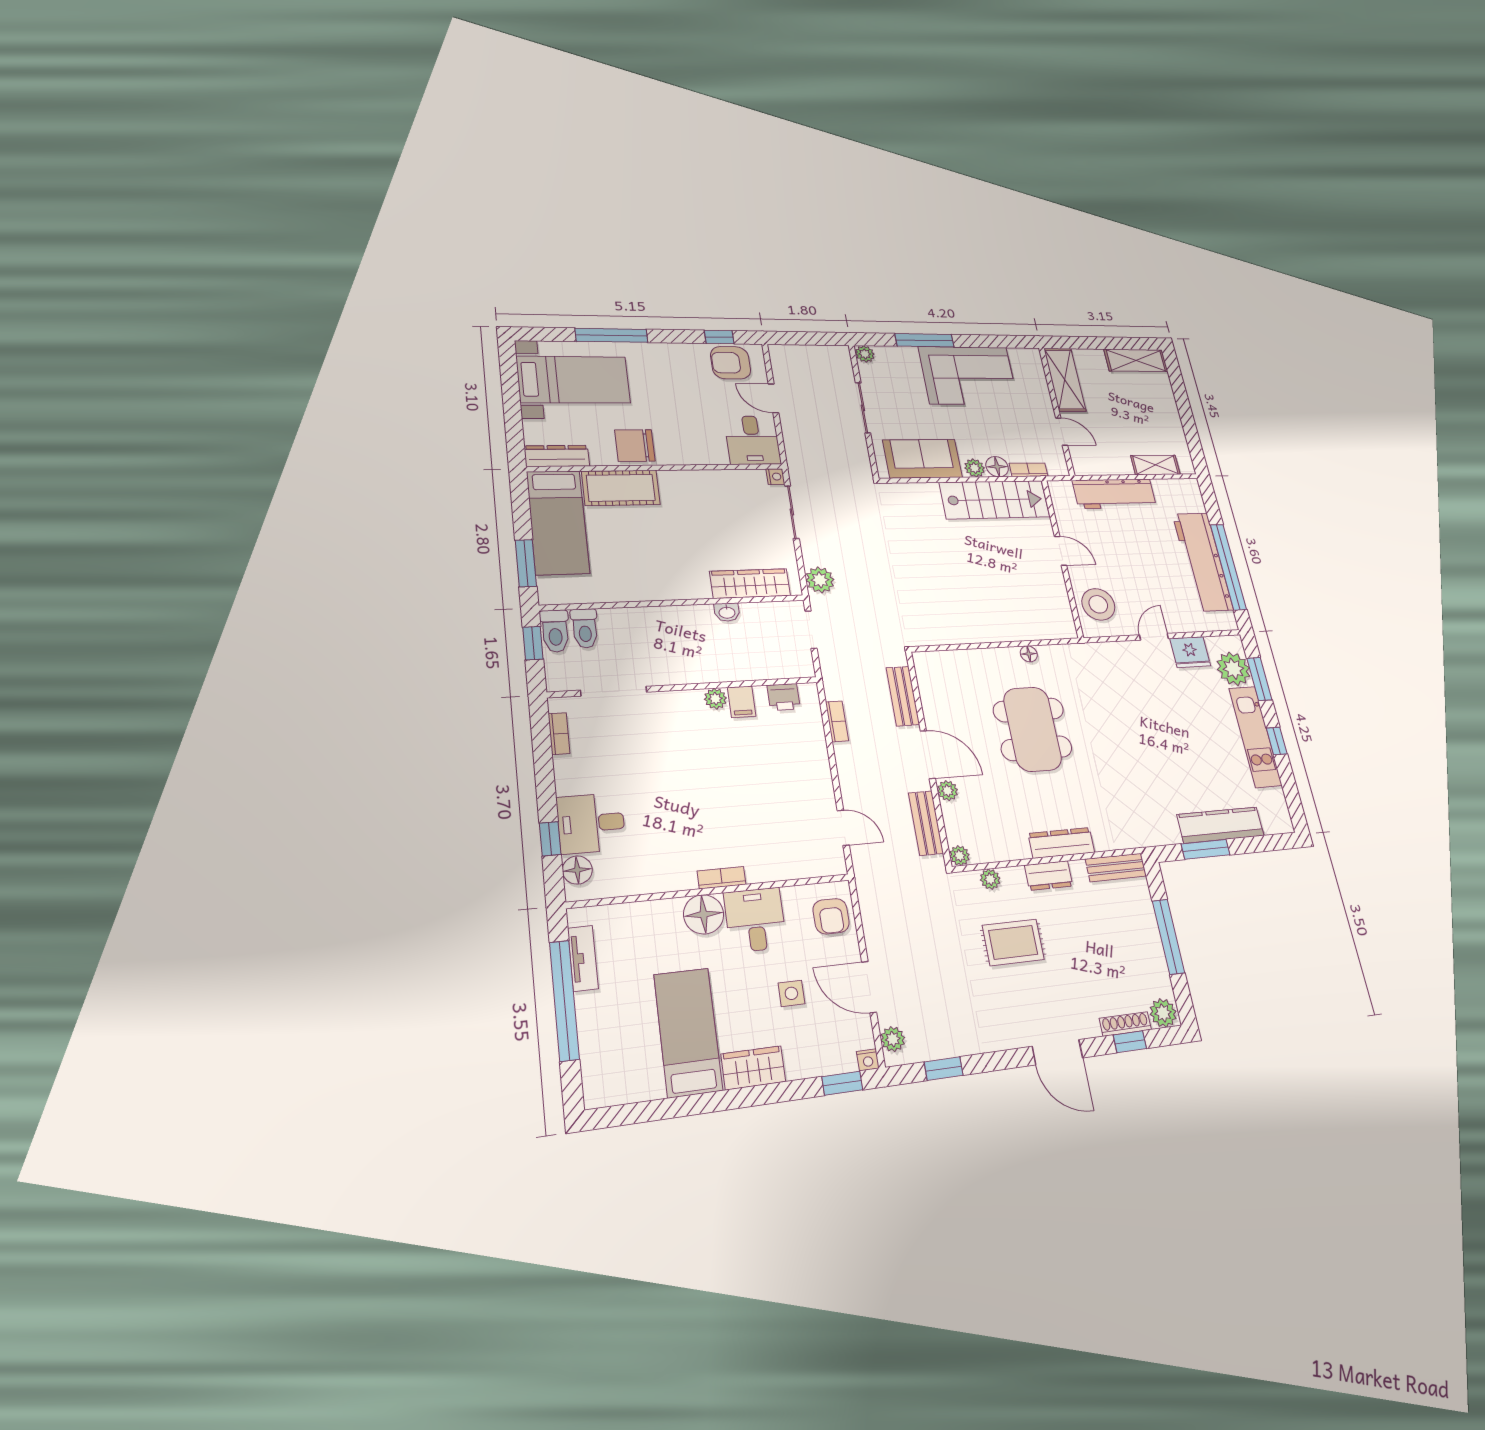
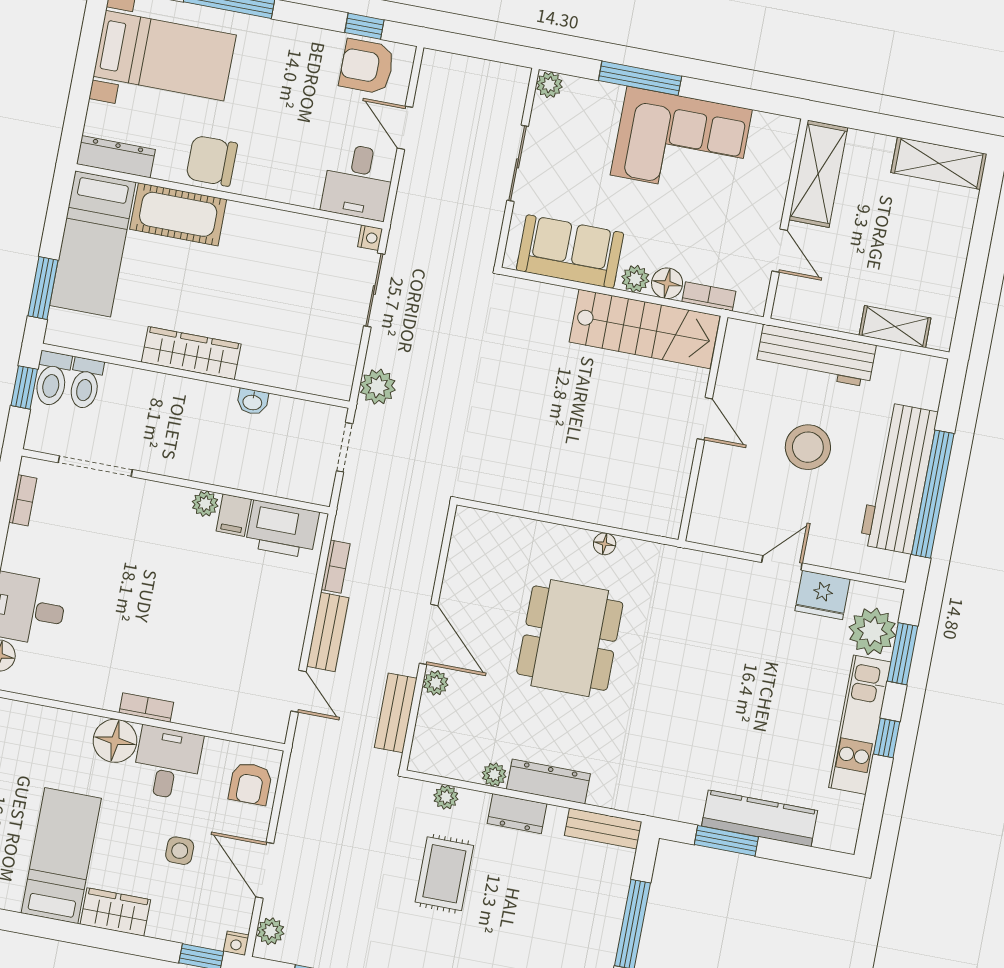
wardrobe: (750, 584) -> (191, 353), moved
stool: (1098, 604) -> (808, 447), moved
bench: (903, 696) -> (328, 632), moved
printer: (784, 697) -> (282, 529), width x1.87, depth x1.48
plant: (960, 856) -> (494, 775), moved
rug: (1013, 942) -> (444, 874), turned 90

